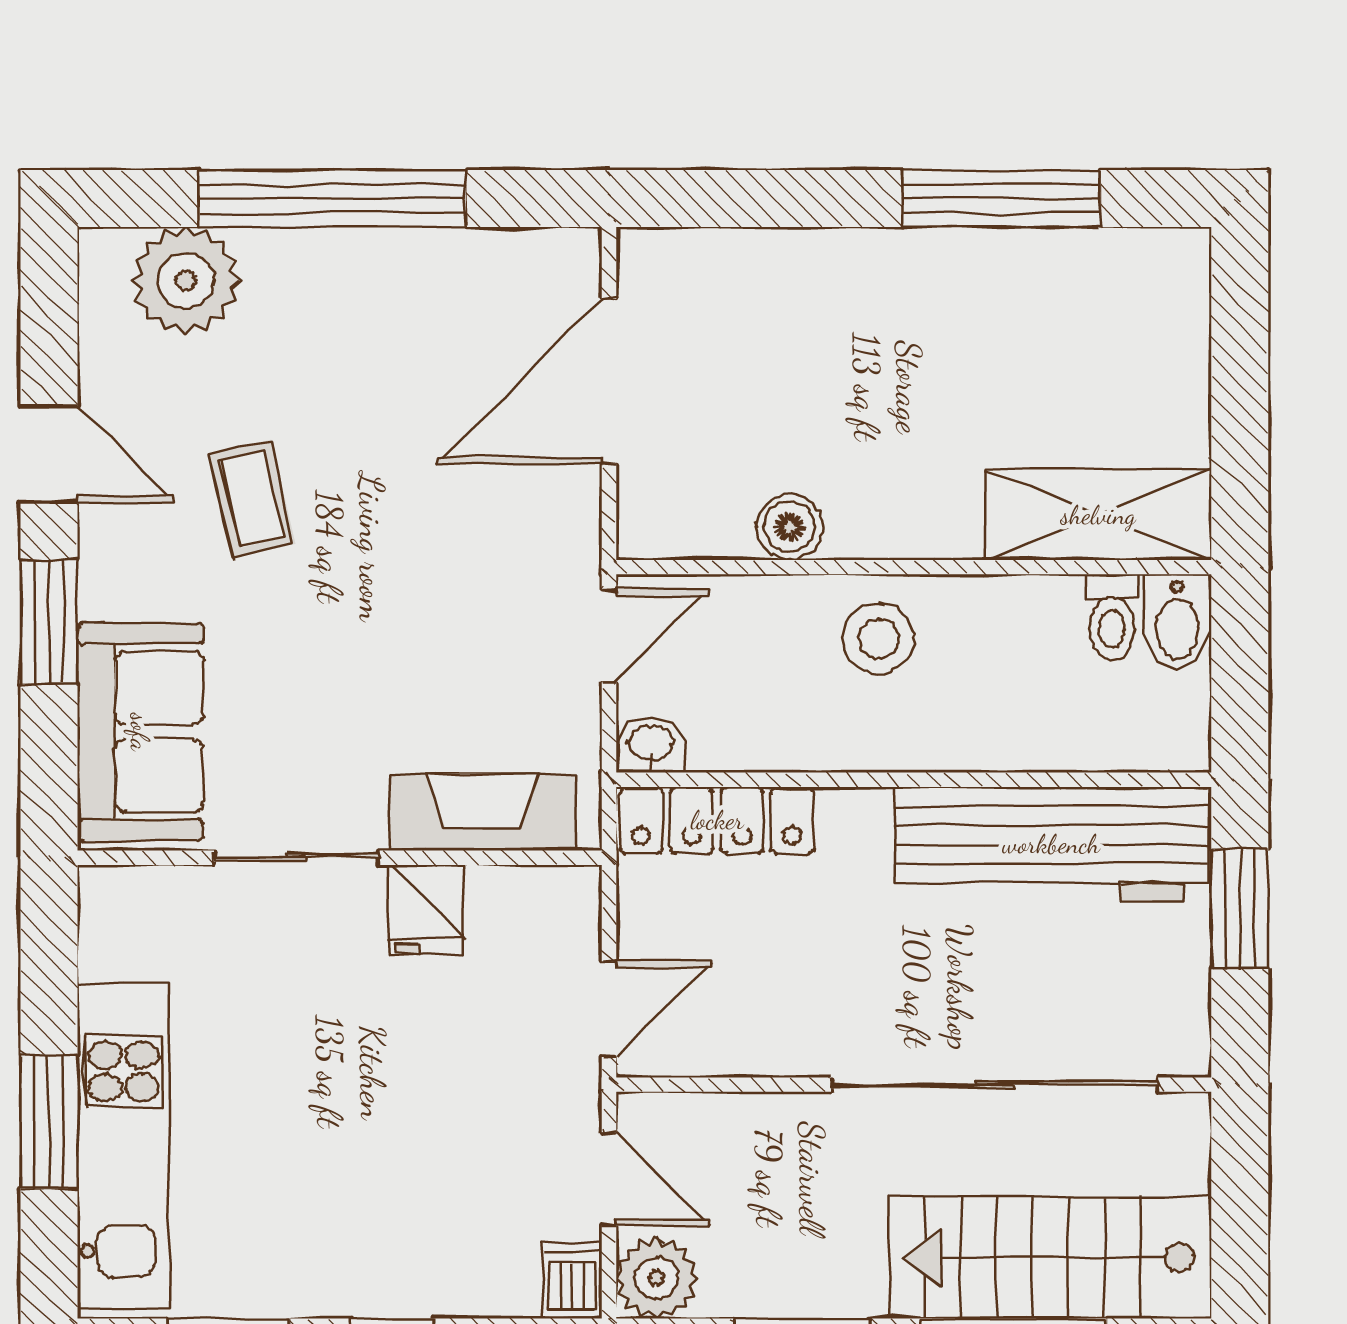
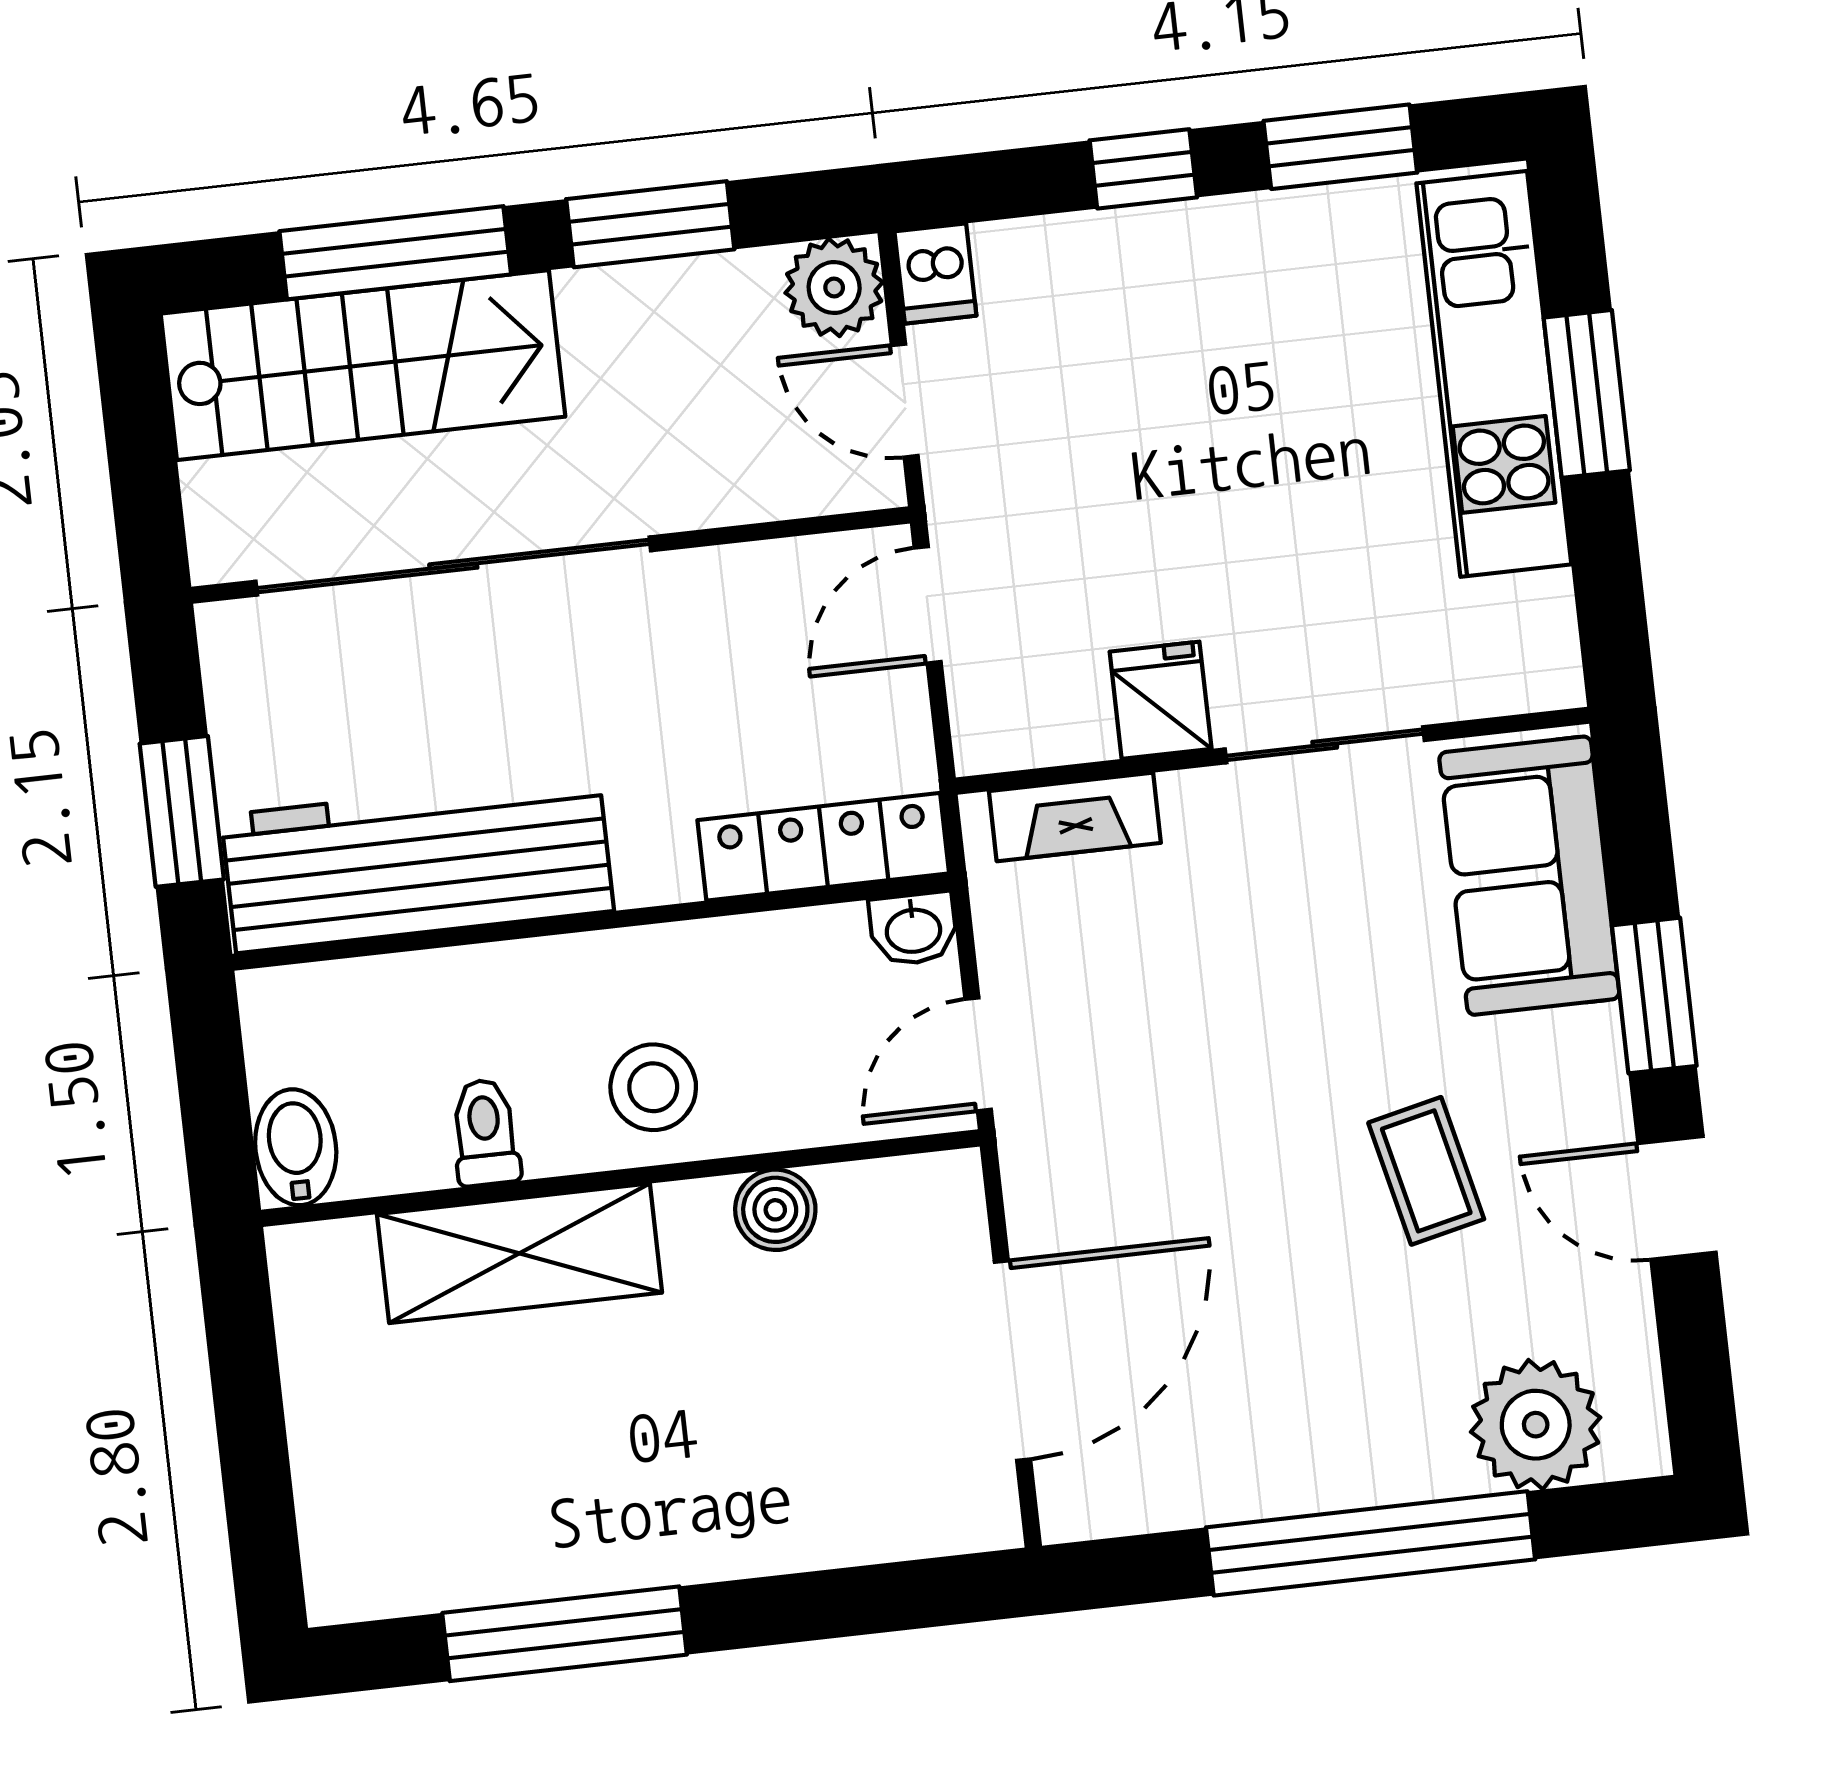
shelving: (1098, 515) -> (520, 1253), moved
toilet: (1112, 617) -> (485, 1132), moved
fireplace: (483, 812) -> (1075, 817), width x0.73, depth x0.76

